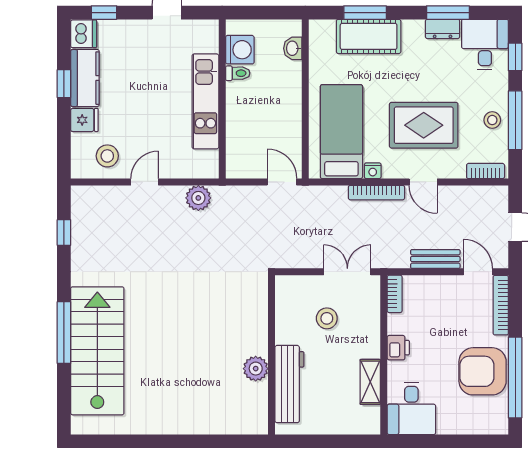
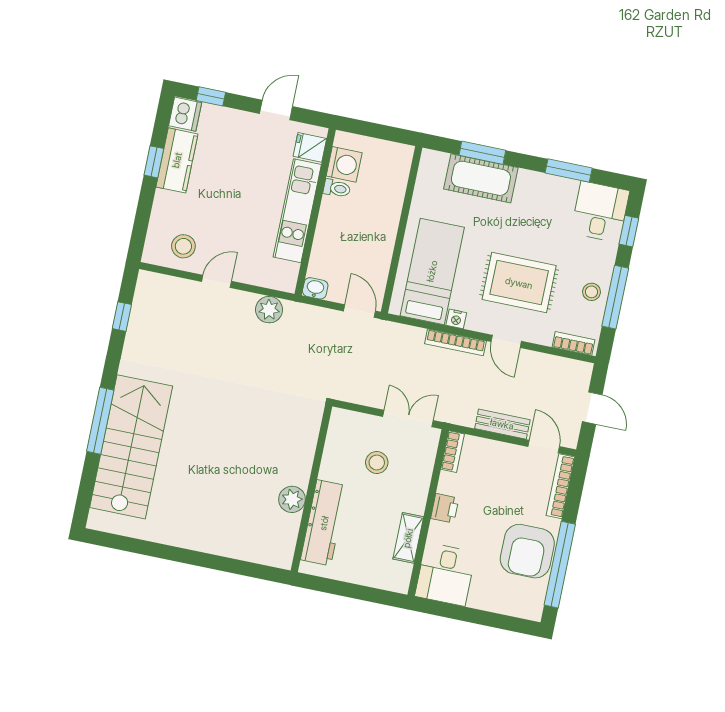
dresser: (443, 29) -> (559, 186), removed
washbasin: (293, 48) -> (315, 288), moved, turned 90
fridge: (84, 120) -> (310, 147), moved, turned 180
armchair: (483, 371) -> (527, 551), turned -90

